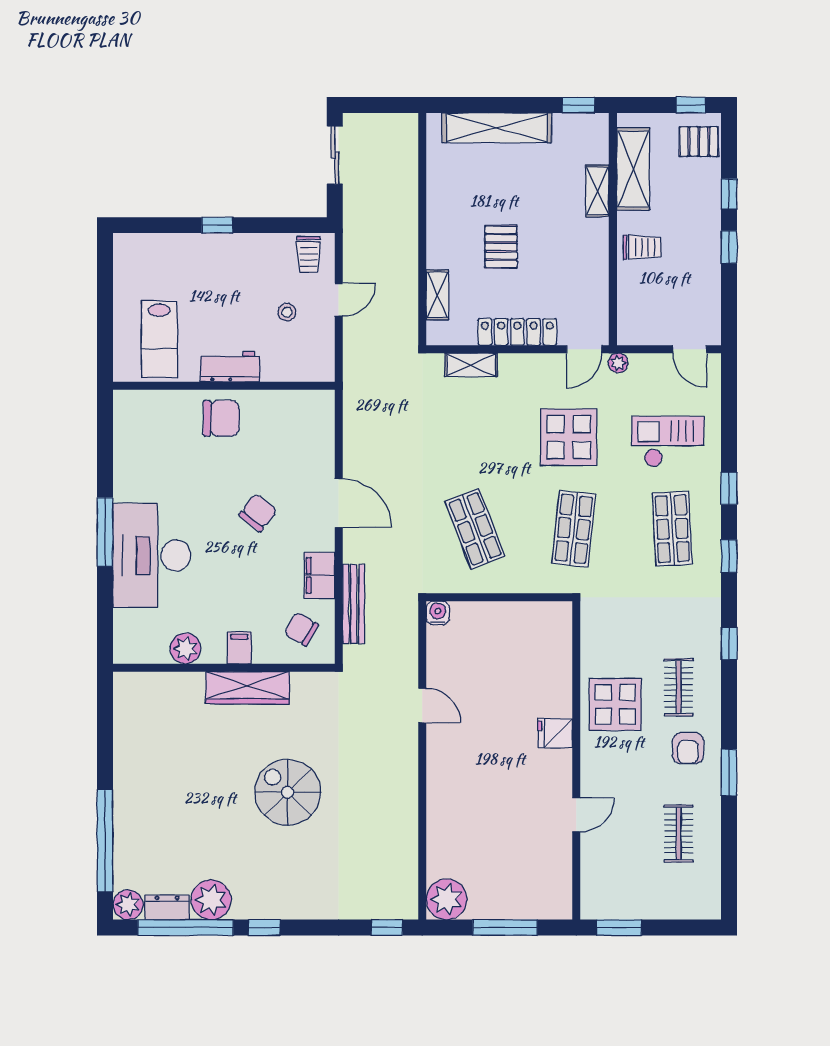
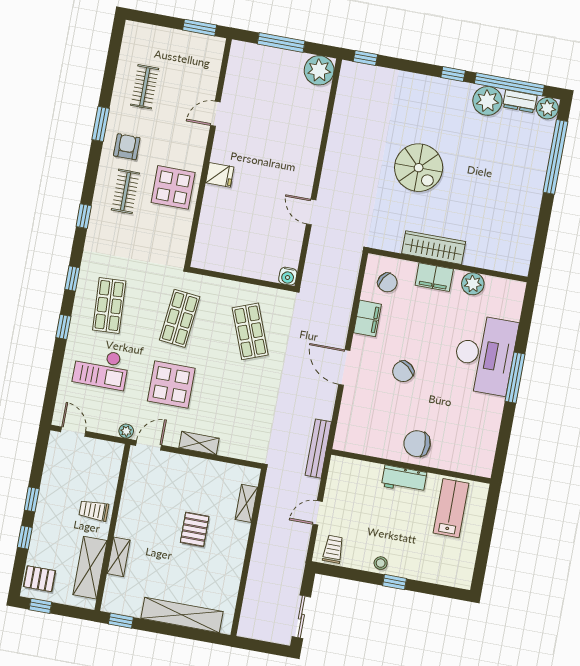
stool: (287, 312) -> (381, 563), moved
locker: (517, 332) -> (194, 467), removed
shelving: (471, 365) -> (199, 443), moved
bench: (354, 604) -> (318, 449), moved
filing cabinet: (239, 648) -> (434, 277), width x2.00

